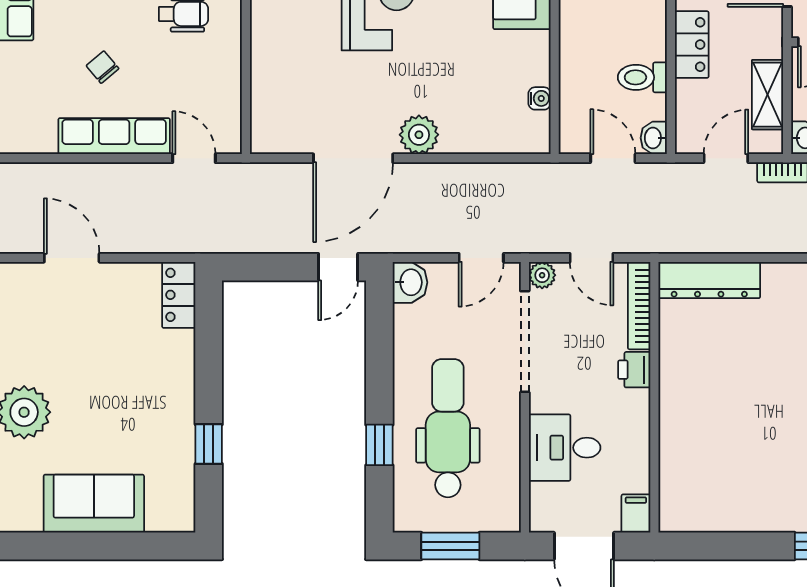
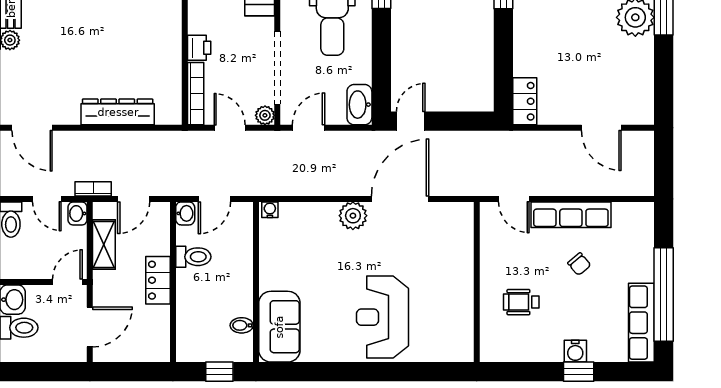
water cooler: (540, 98) -> (270, 210), moved, turned 90
door: (613, 158) -> (214, 199), hinge flipped
dresser: (709, 280) -> (118, 112), moved
washbasin: (410, 282) -> (359, 105), width x1.38

